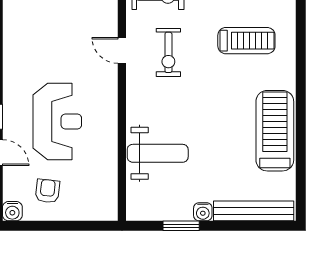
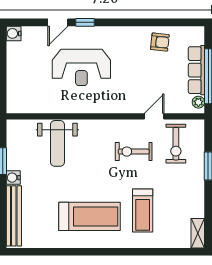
door: (122, 50) -> (154, 116), moved
treadmill: (275, 131) -> (89, 216), moved
armchair: (48, 191) -> (160, 42), moved

